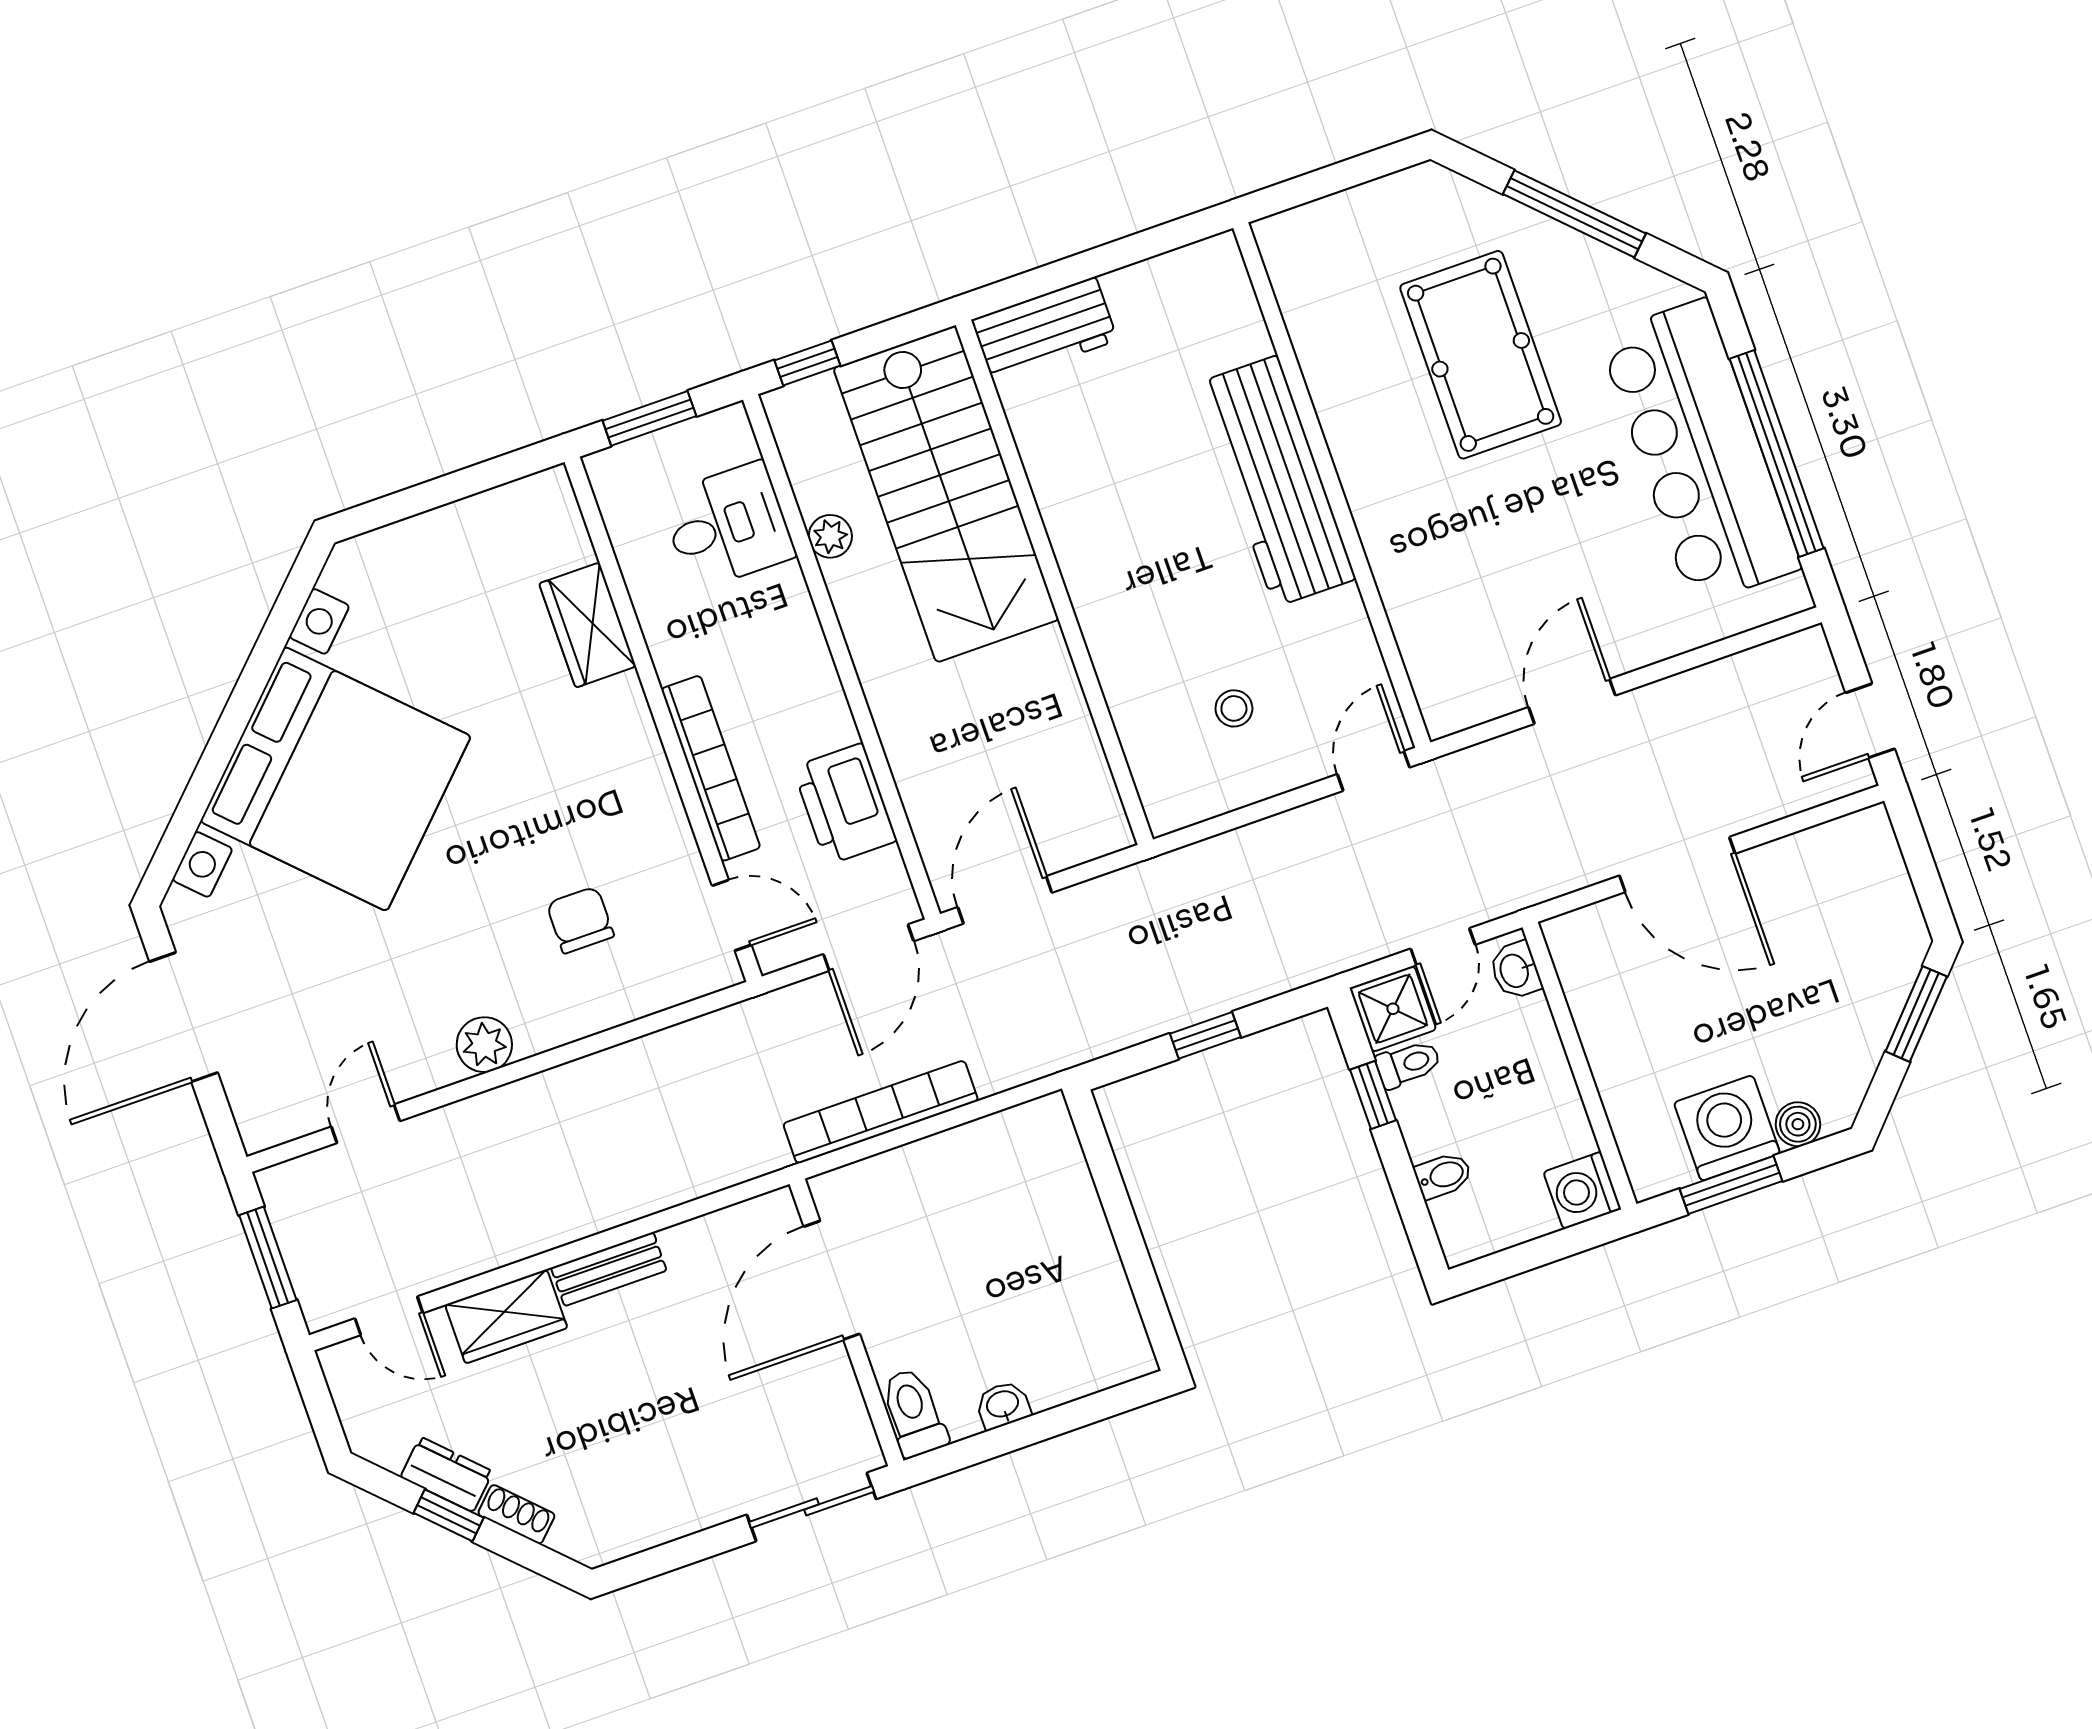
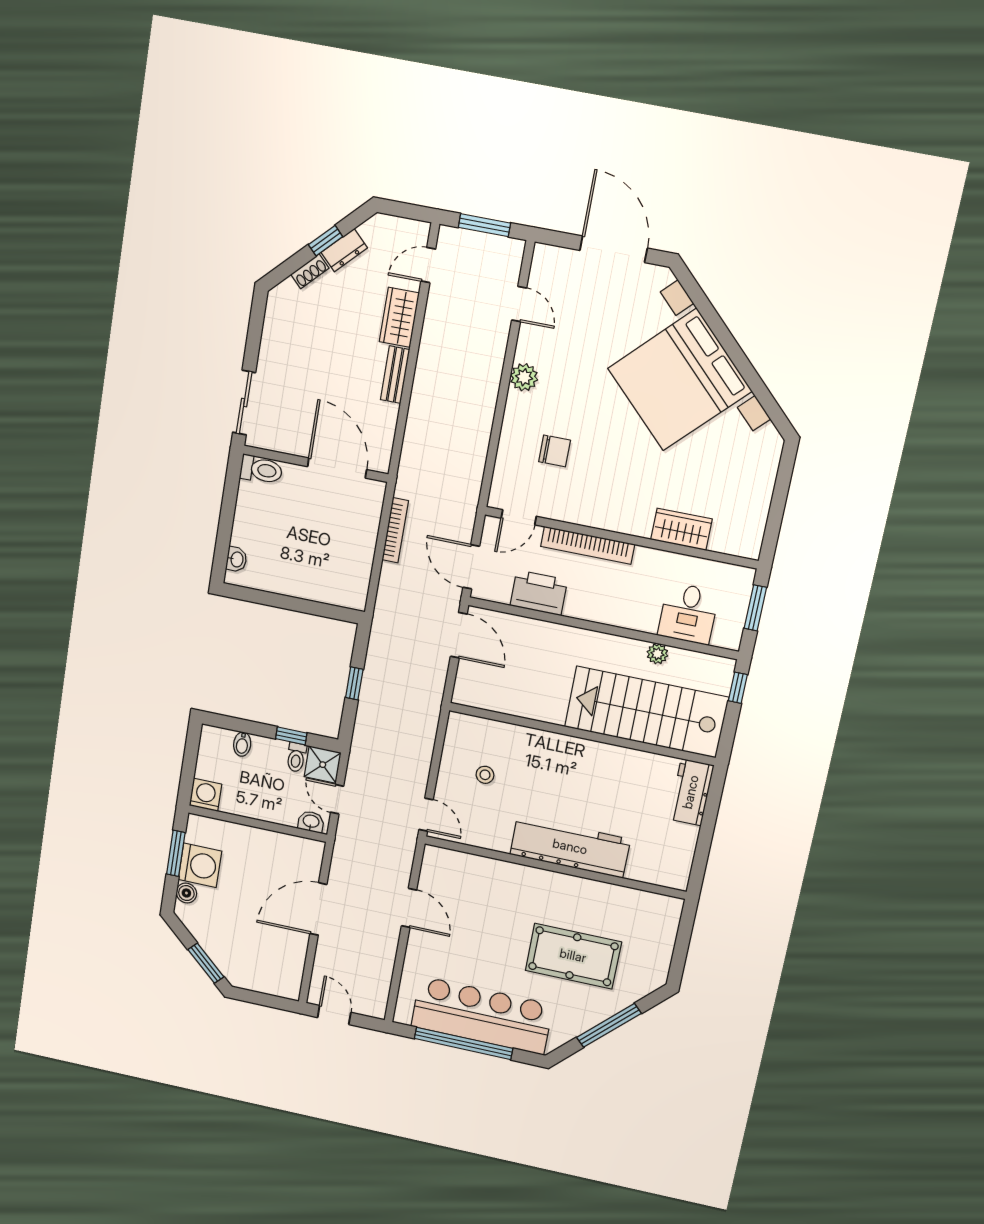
bookcase: (881, 1112) -> (395, 530), width x0.68, depth x0.76
washbasin: (1003, 1405) -> (236, 559), moved

